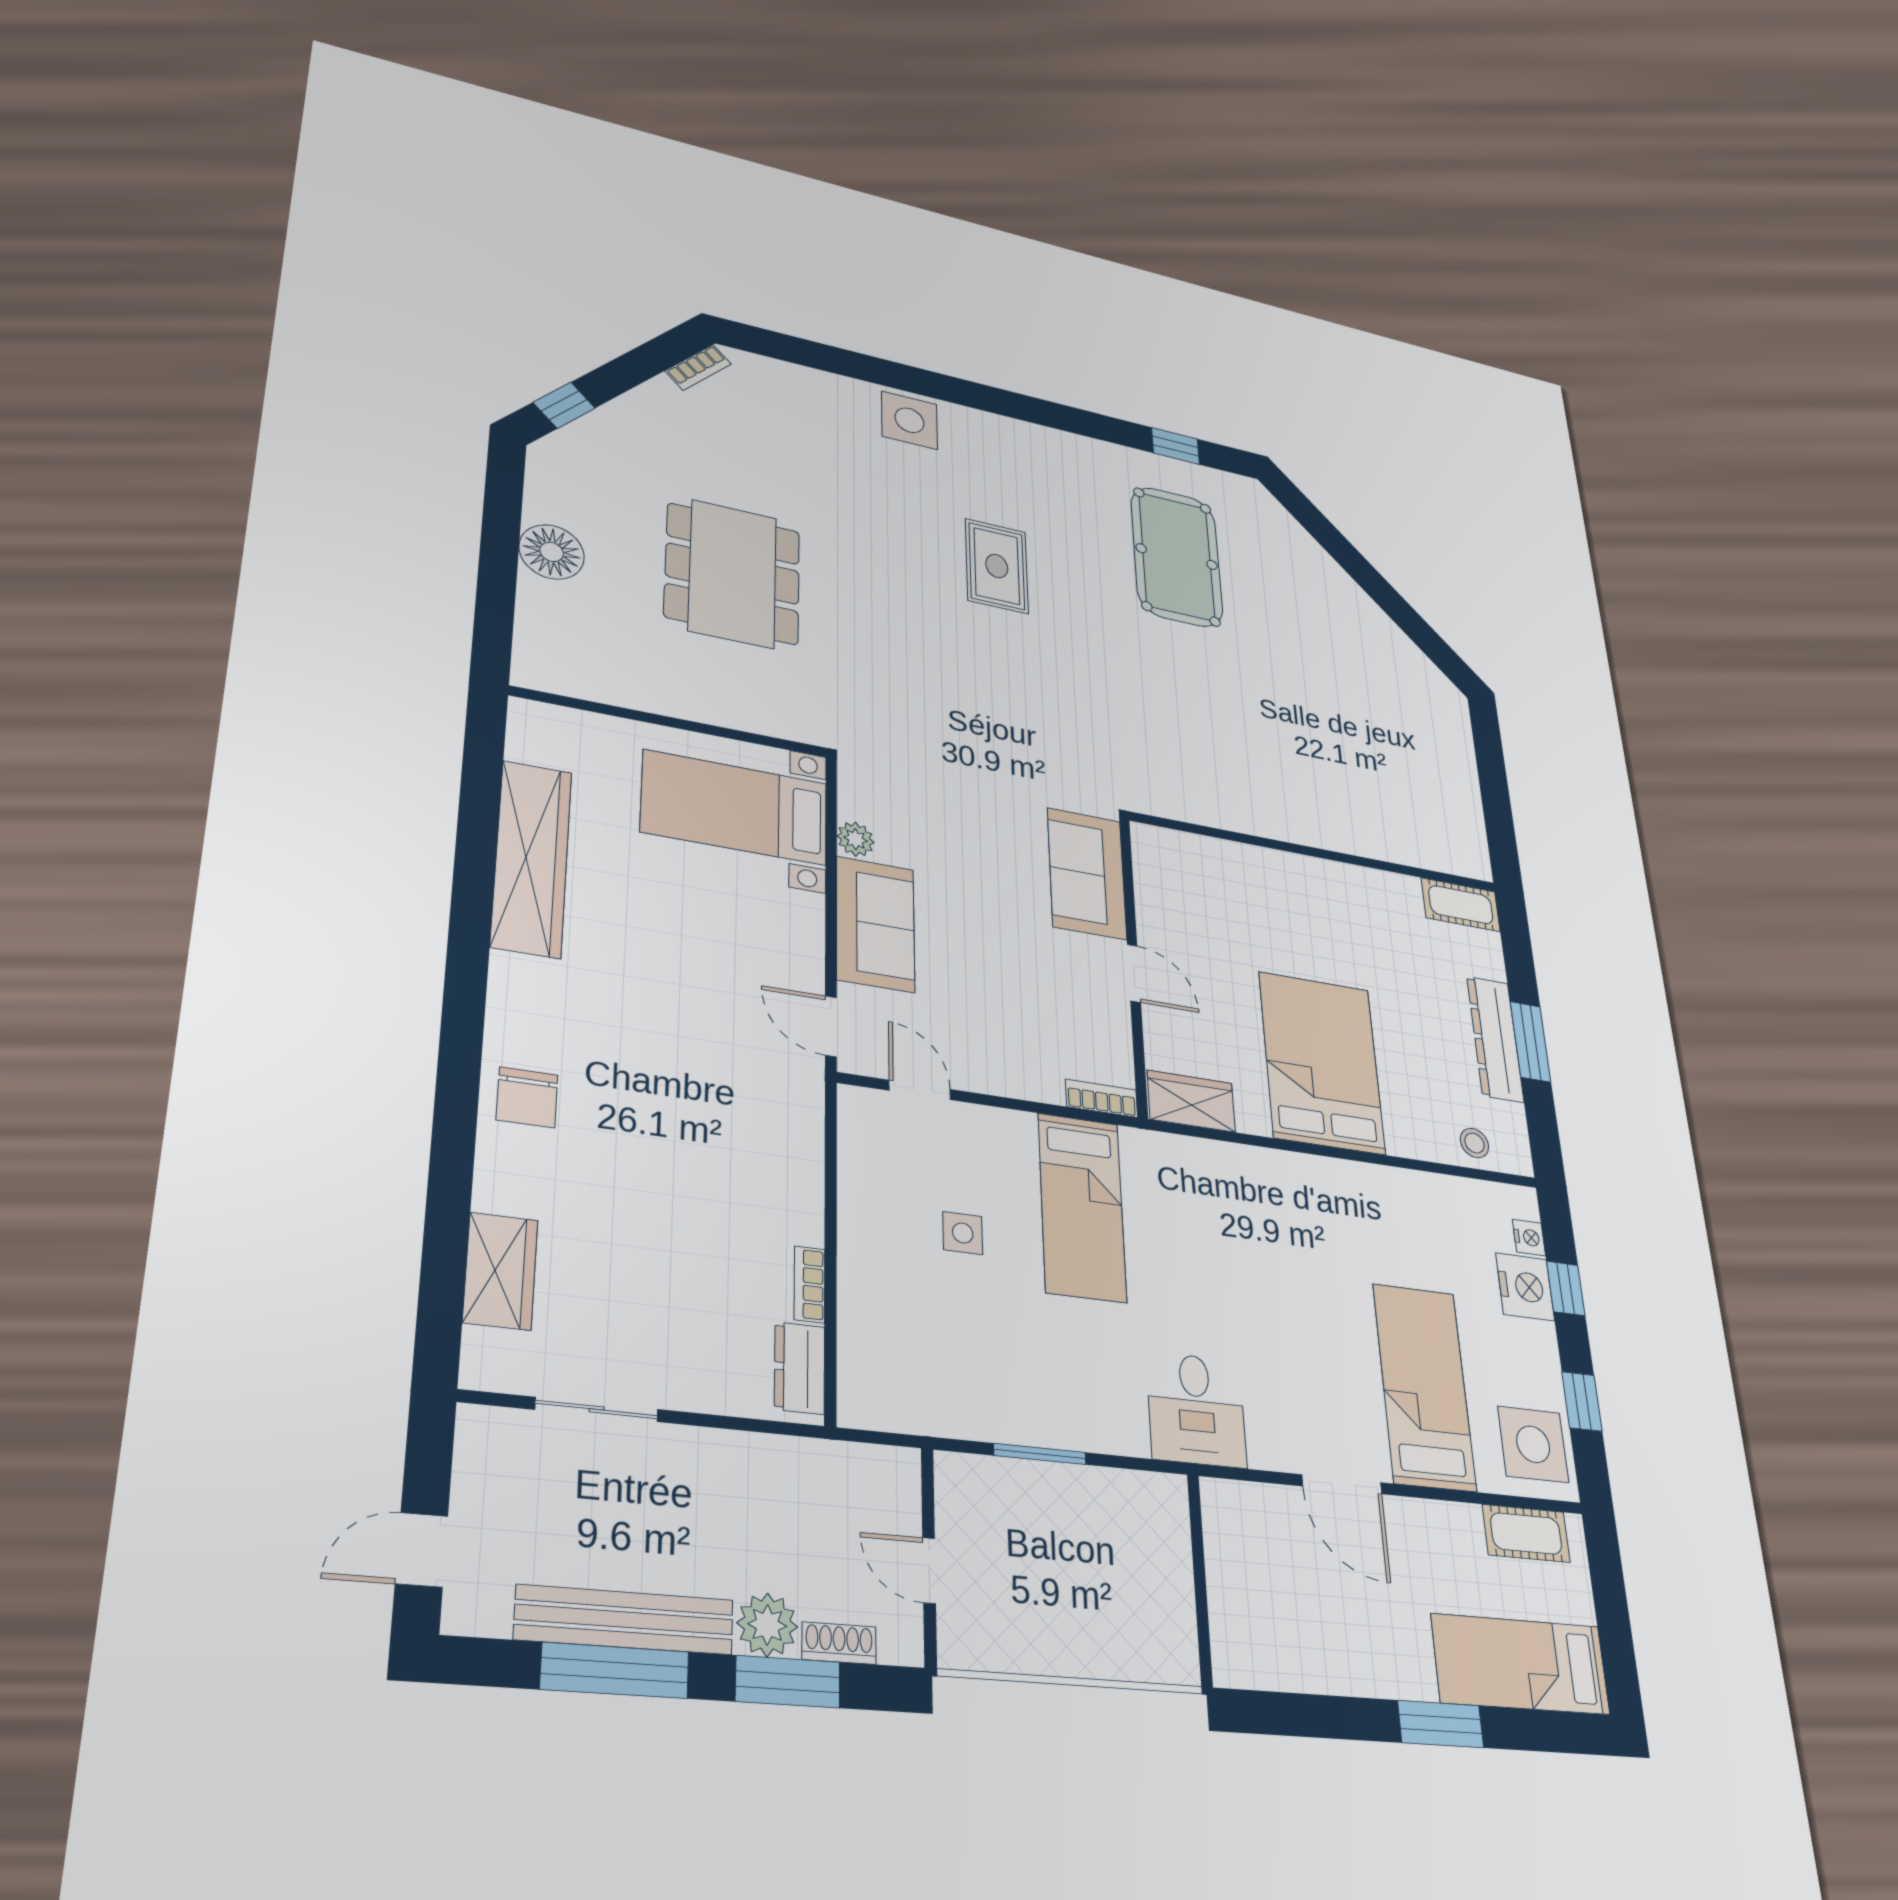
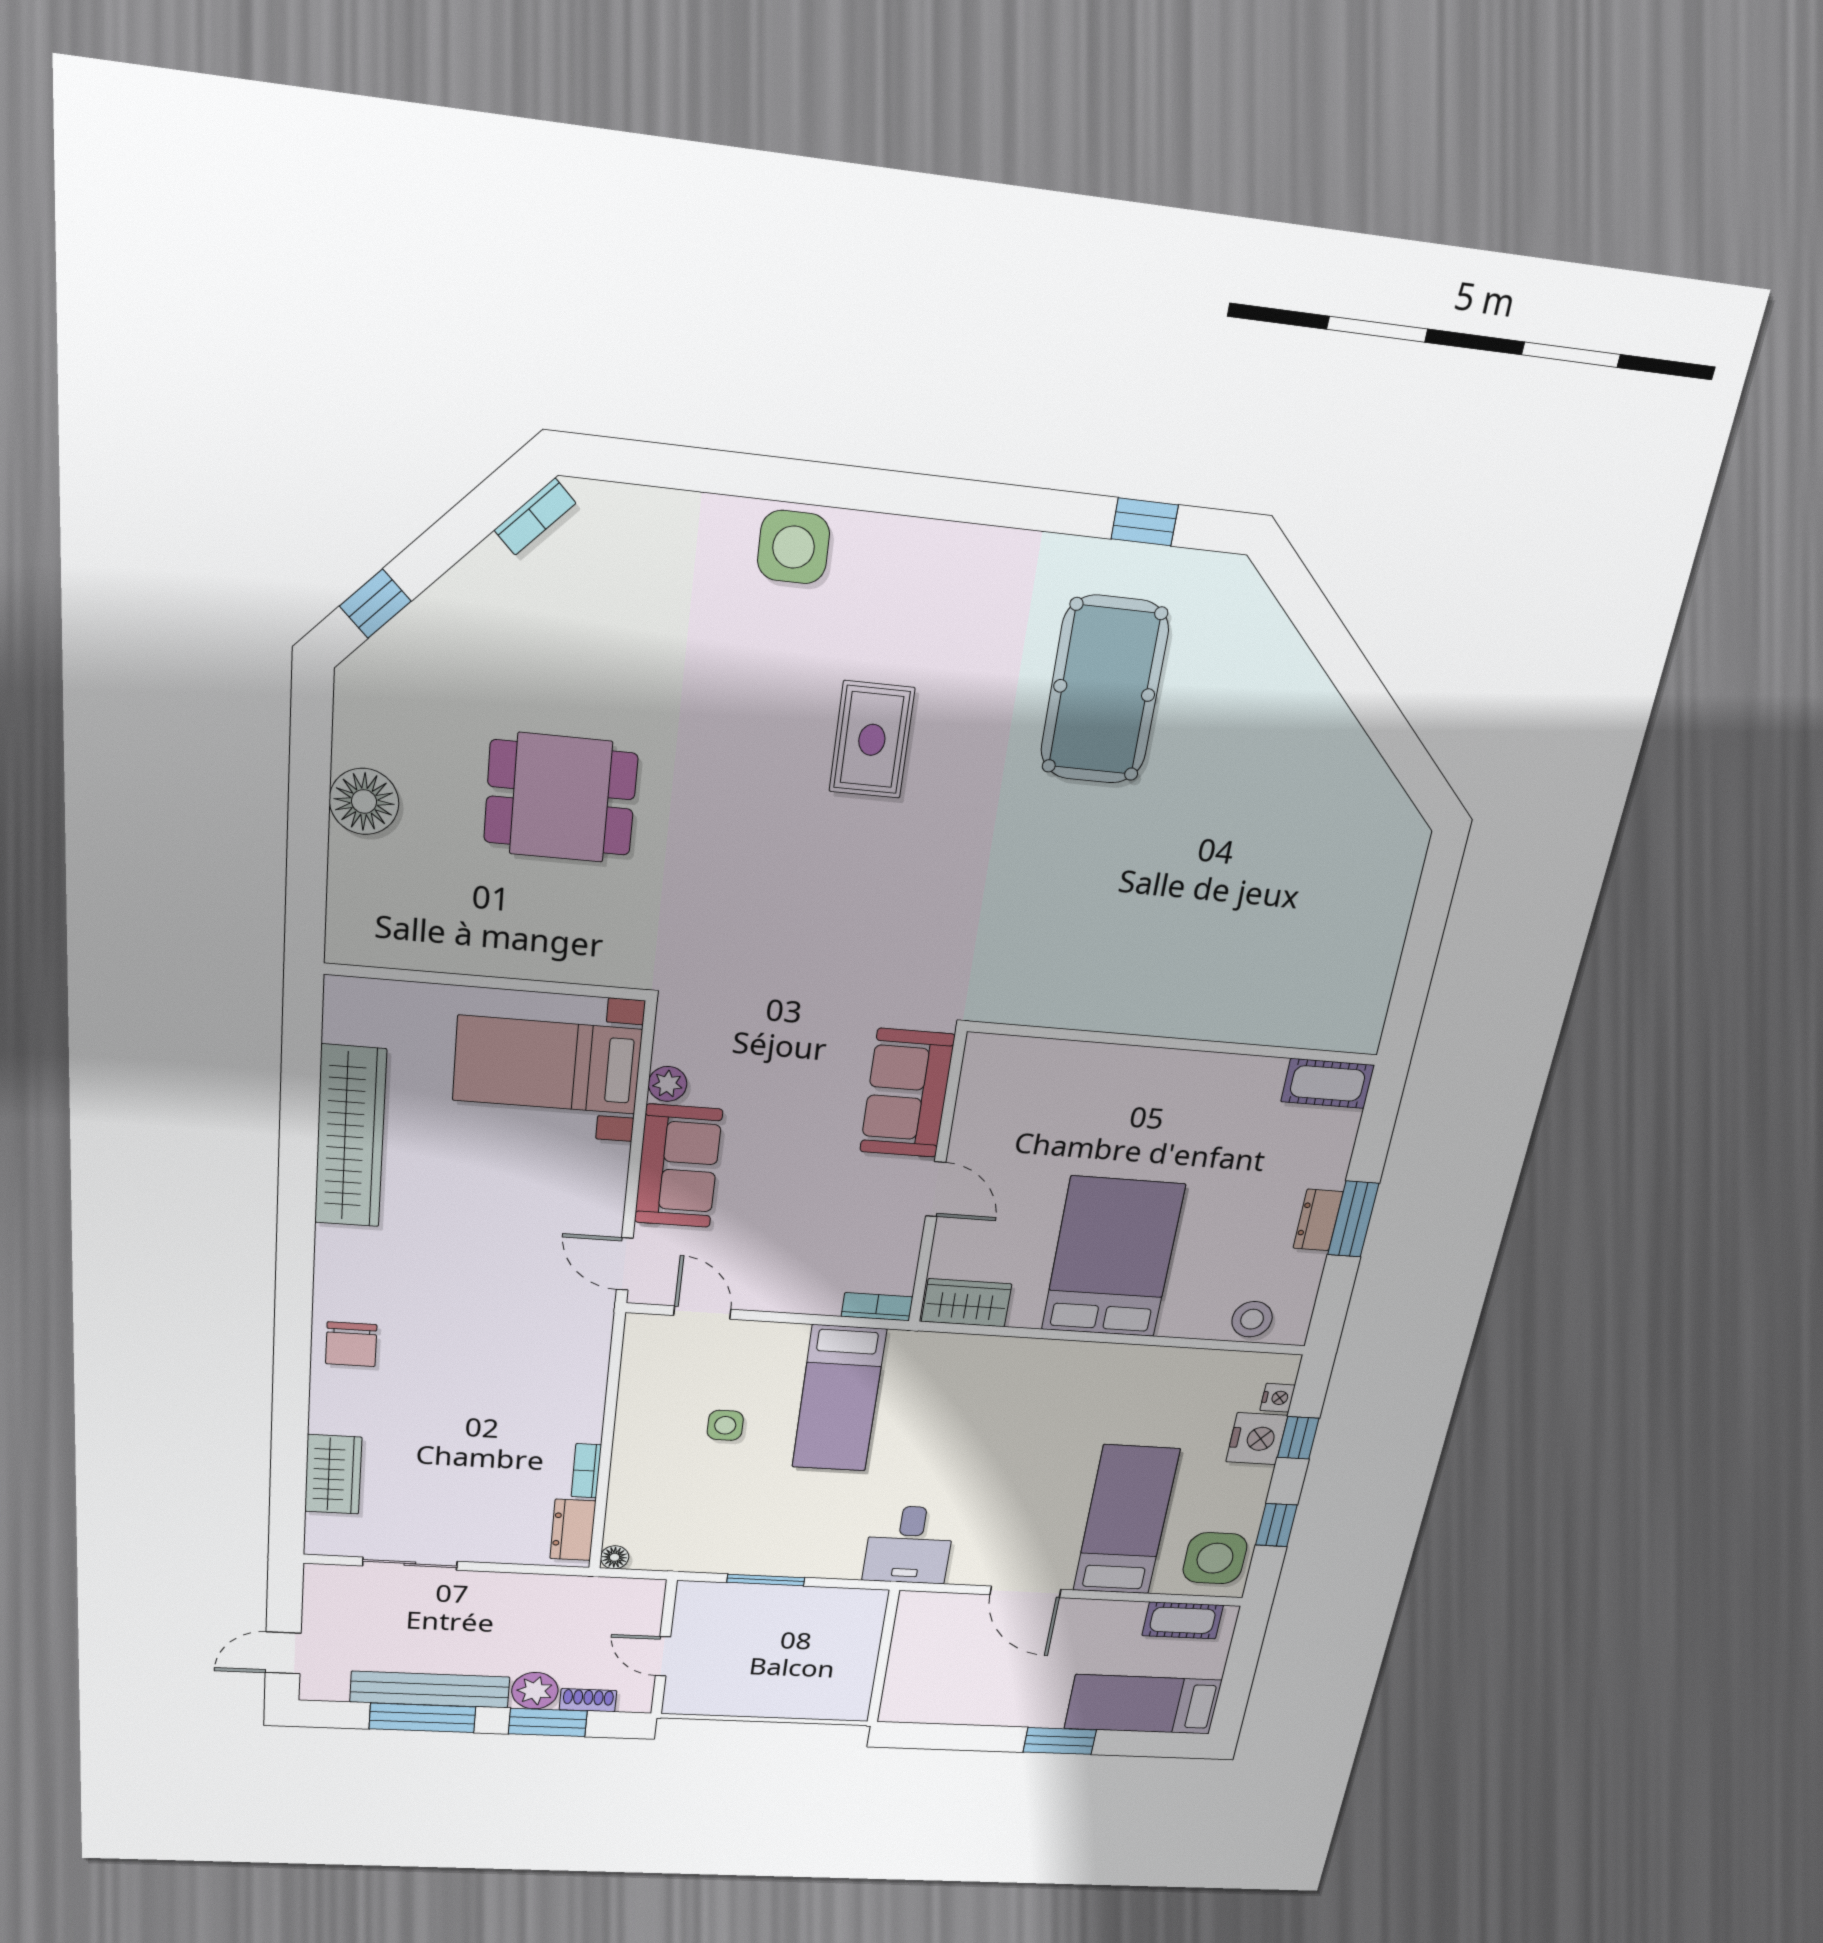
dining table: (733, 574) -> (561, 798), width x0.73
dresser: (1495, 1039) -> (1318, 1220), width x0.51, depth x0.80
stool: (1474, 1143) -> (1252, 1319), width x1.37, depth x1.37
floor lamp: (854, 1412) -> (615, 1557), added

